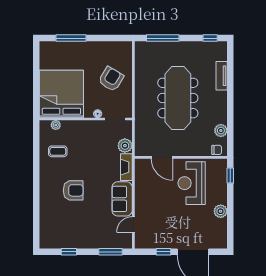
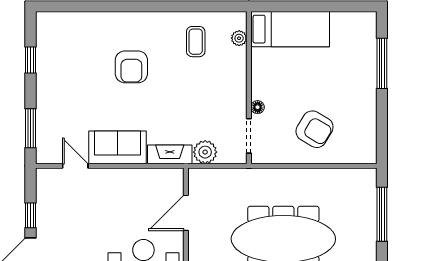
bed: (61, 94) -> (290, 29), width x0.49

